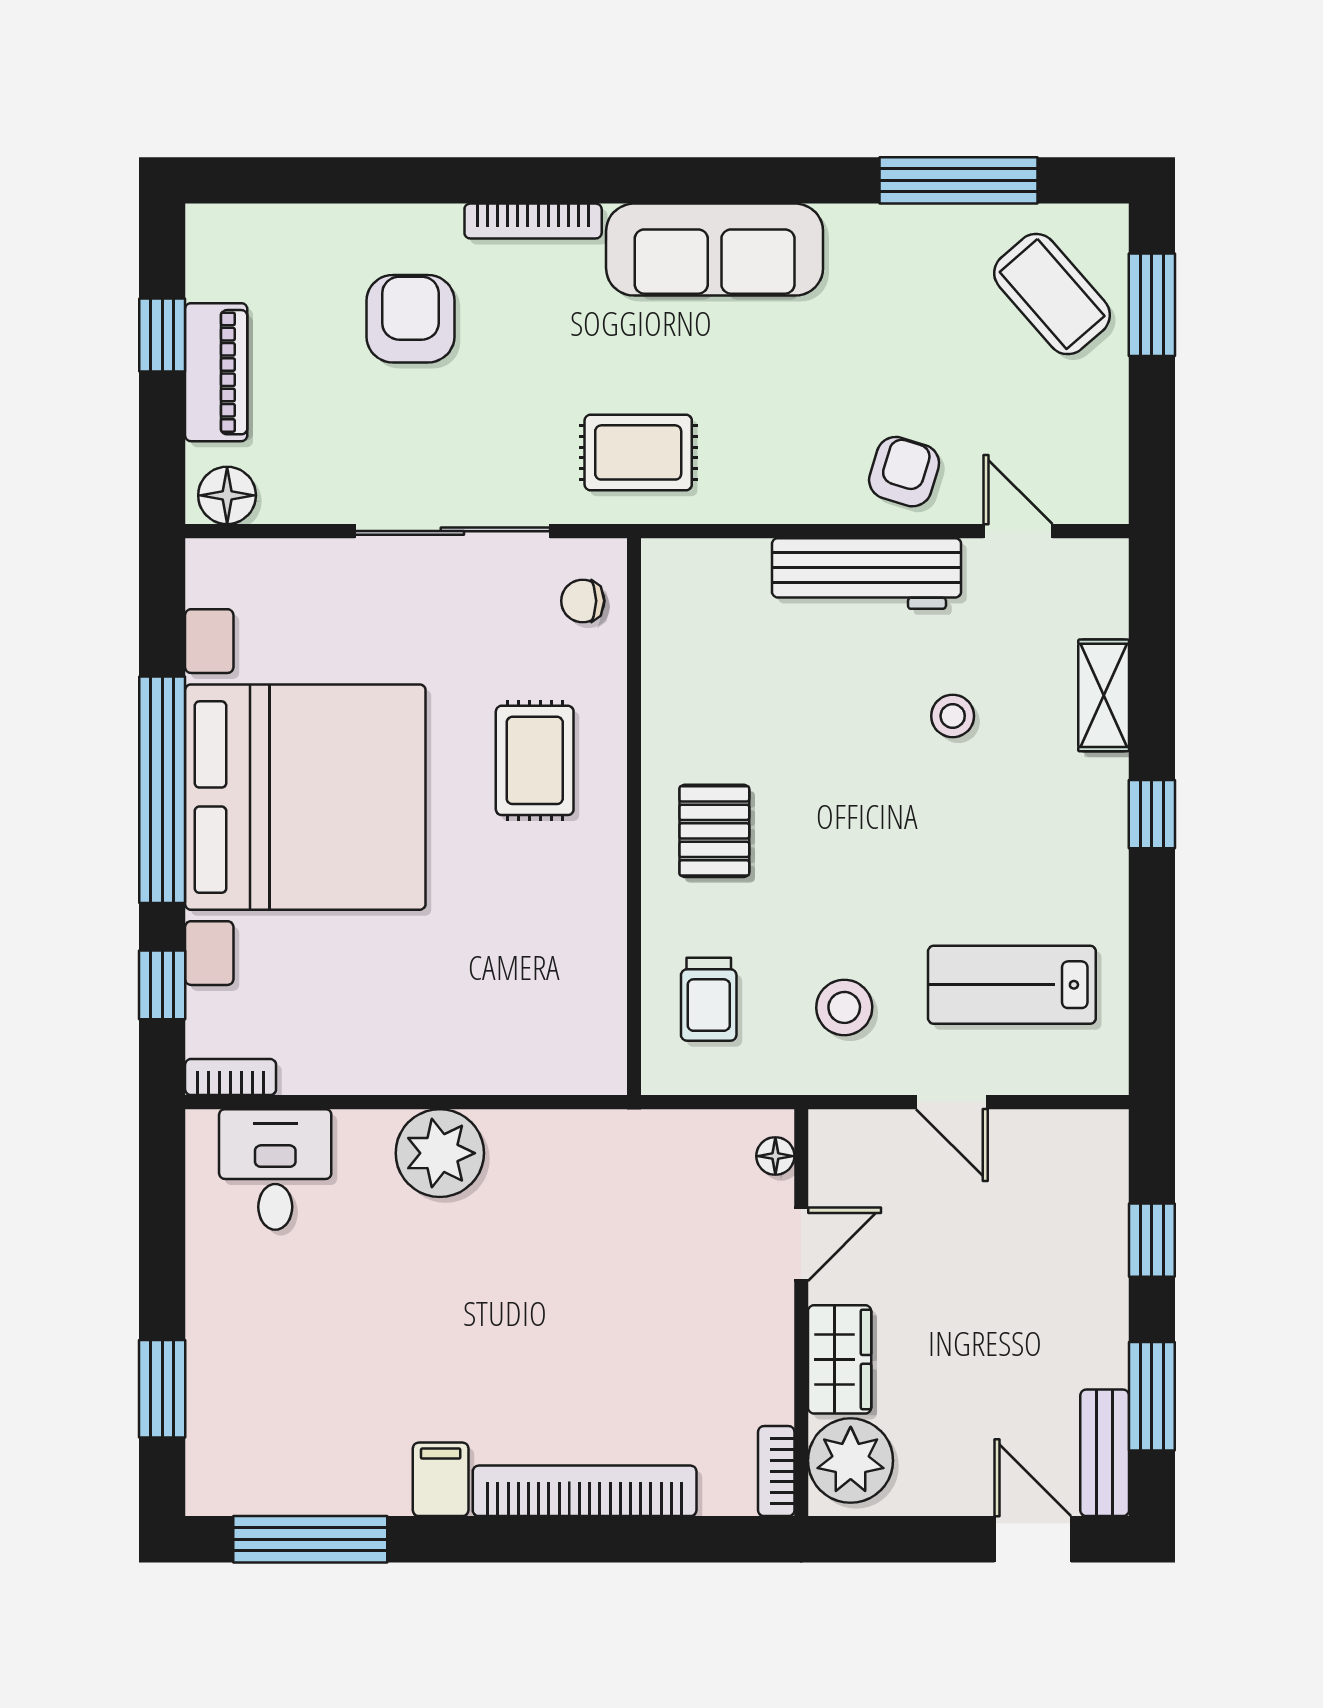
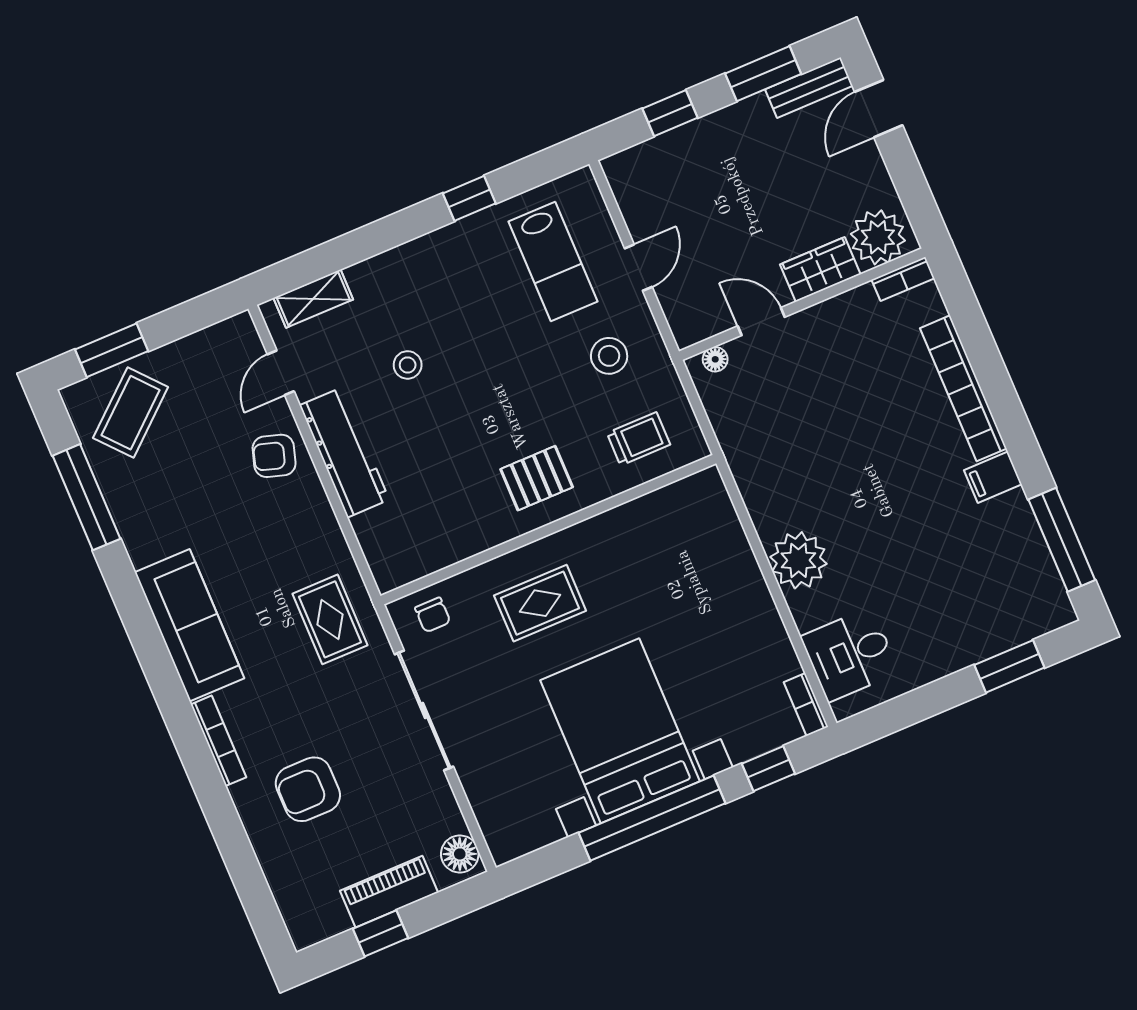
shelving: (1104, 695) -> (313, 299), moved
bed with nightstands: (305, 797) -> (620, 731), width x0.73
window: (1152, 814) -> (469, 198), moved

